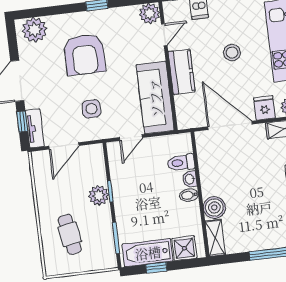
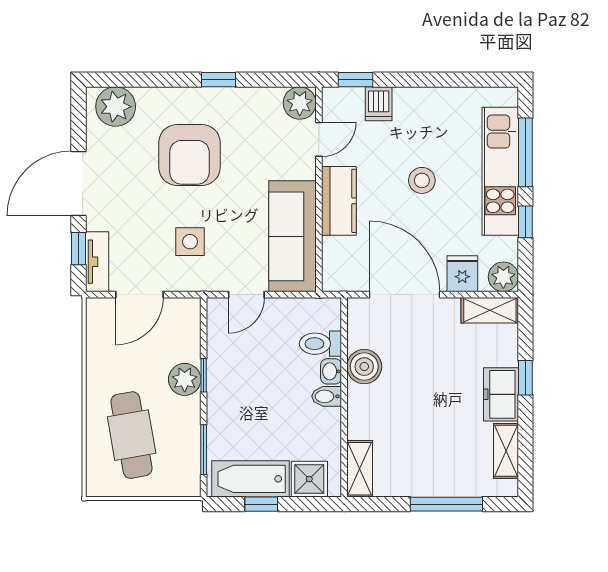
boiler: (214, 208) -> (364, 367), moved
cafe table: (70, 234) -> (132, 435), width x1.37, depth x1.35

